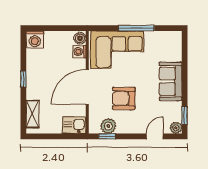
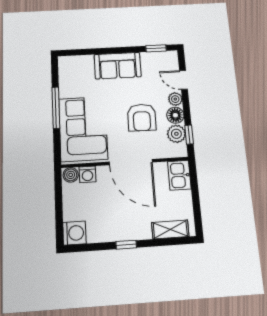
floor lamp: (124, 127) -> (175, 115), added
plant: (176, 128) -> (175, 99), moved

